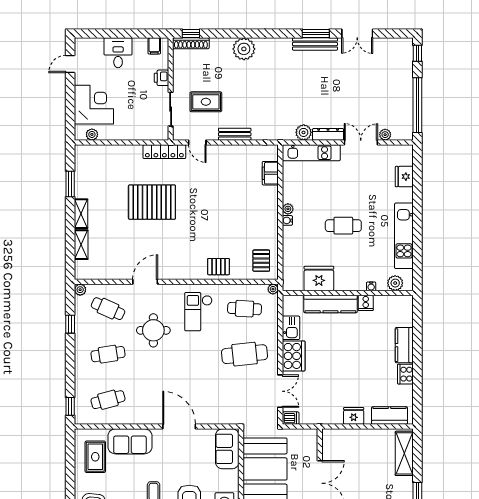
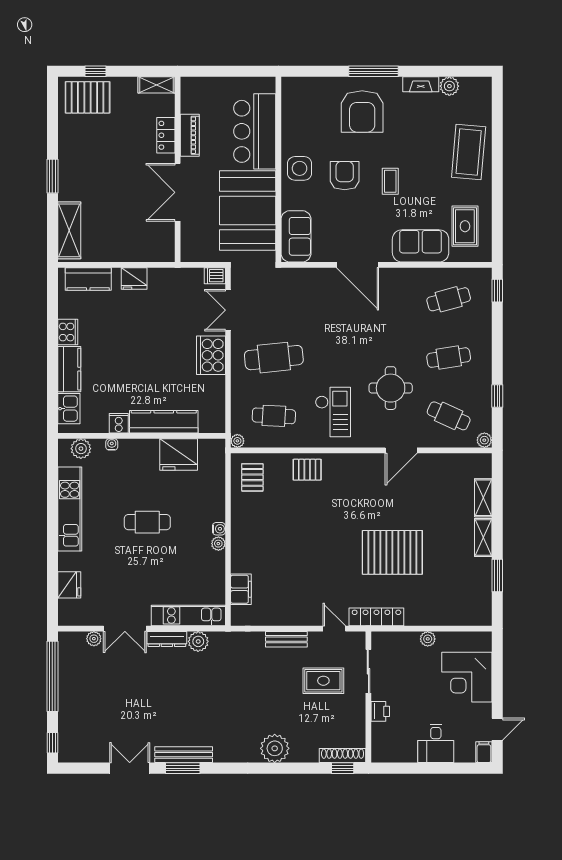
filing cabinet: (154, 46) -> (484, 752), moved
plant: (92, 134) -> (428, 639), moved
kitchen sink: (291, 328) -> (69, 409), moved, turned 180

